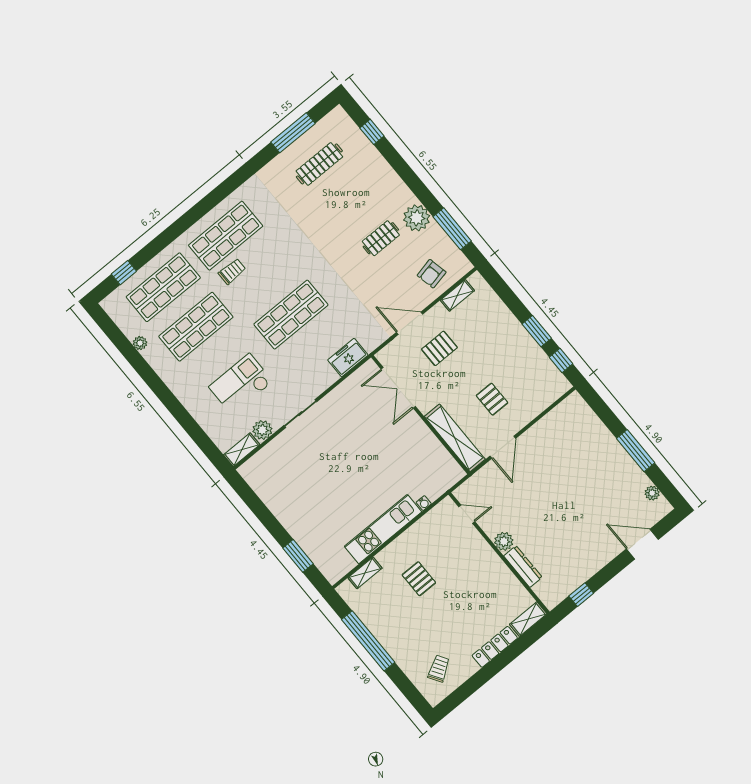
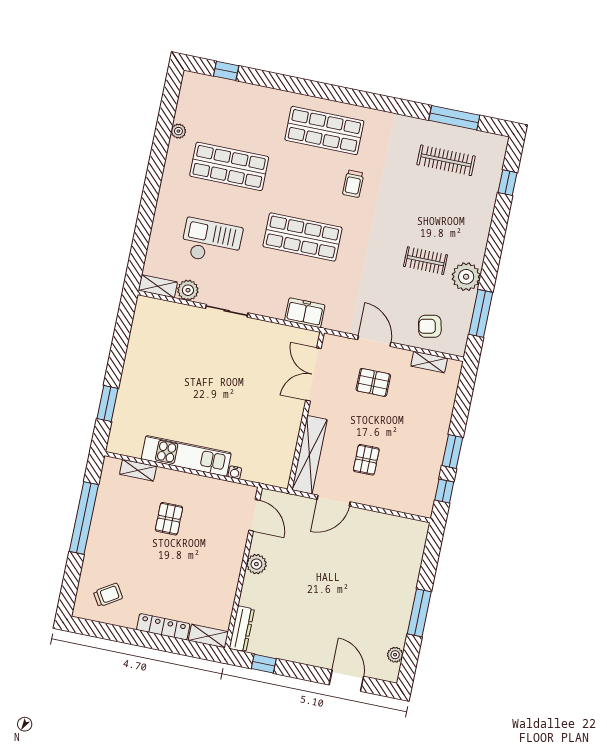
trolley: (232, 271) -> (353, 184), moved, turned 90
shop shelf: (163, 287) -> (240, 113), removed
door: (467, 514) -> (254, 515), width x1.38
dresser: (523, 567) -> (242, 629), moved

